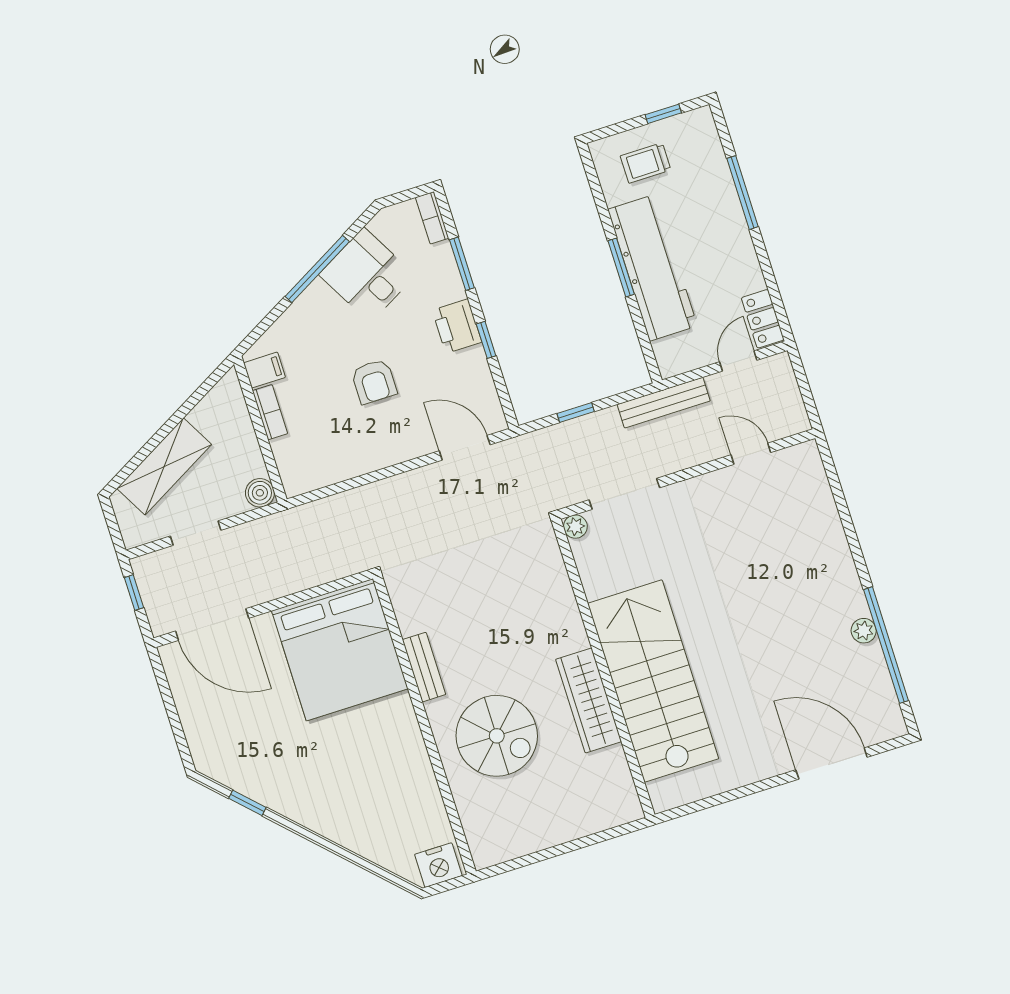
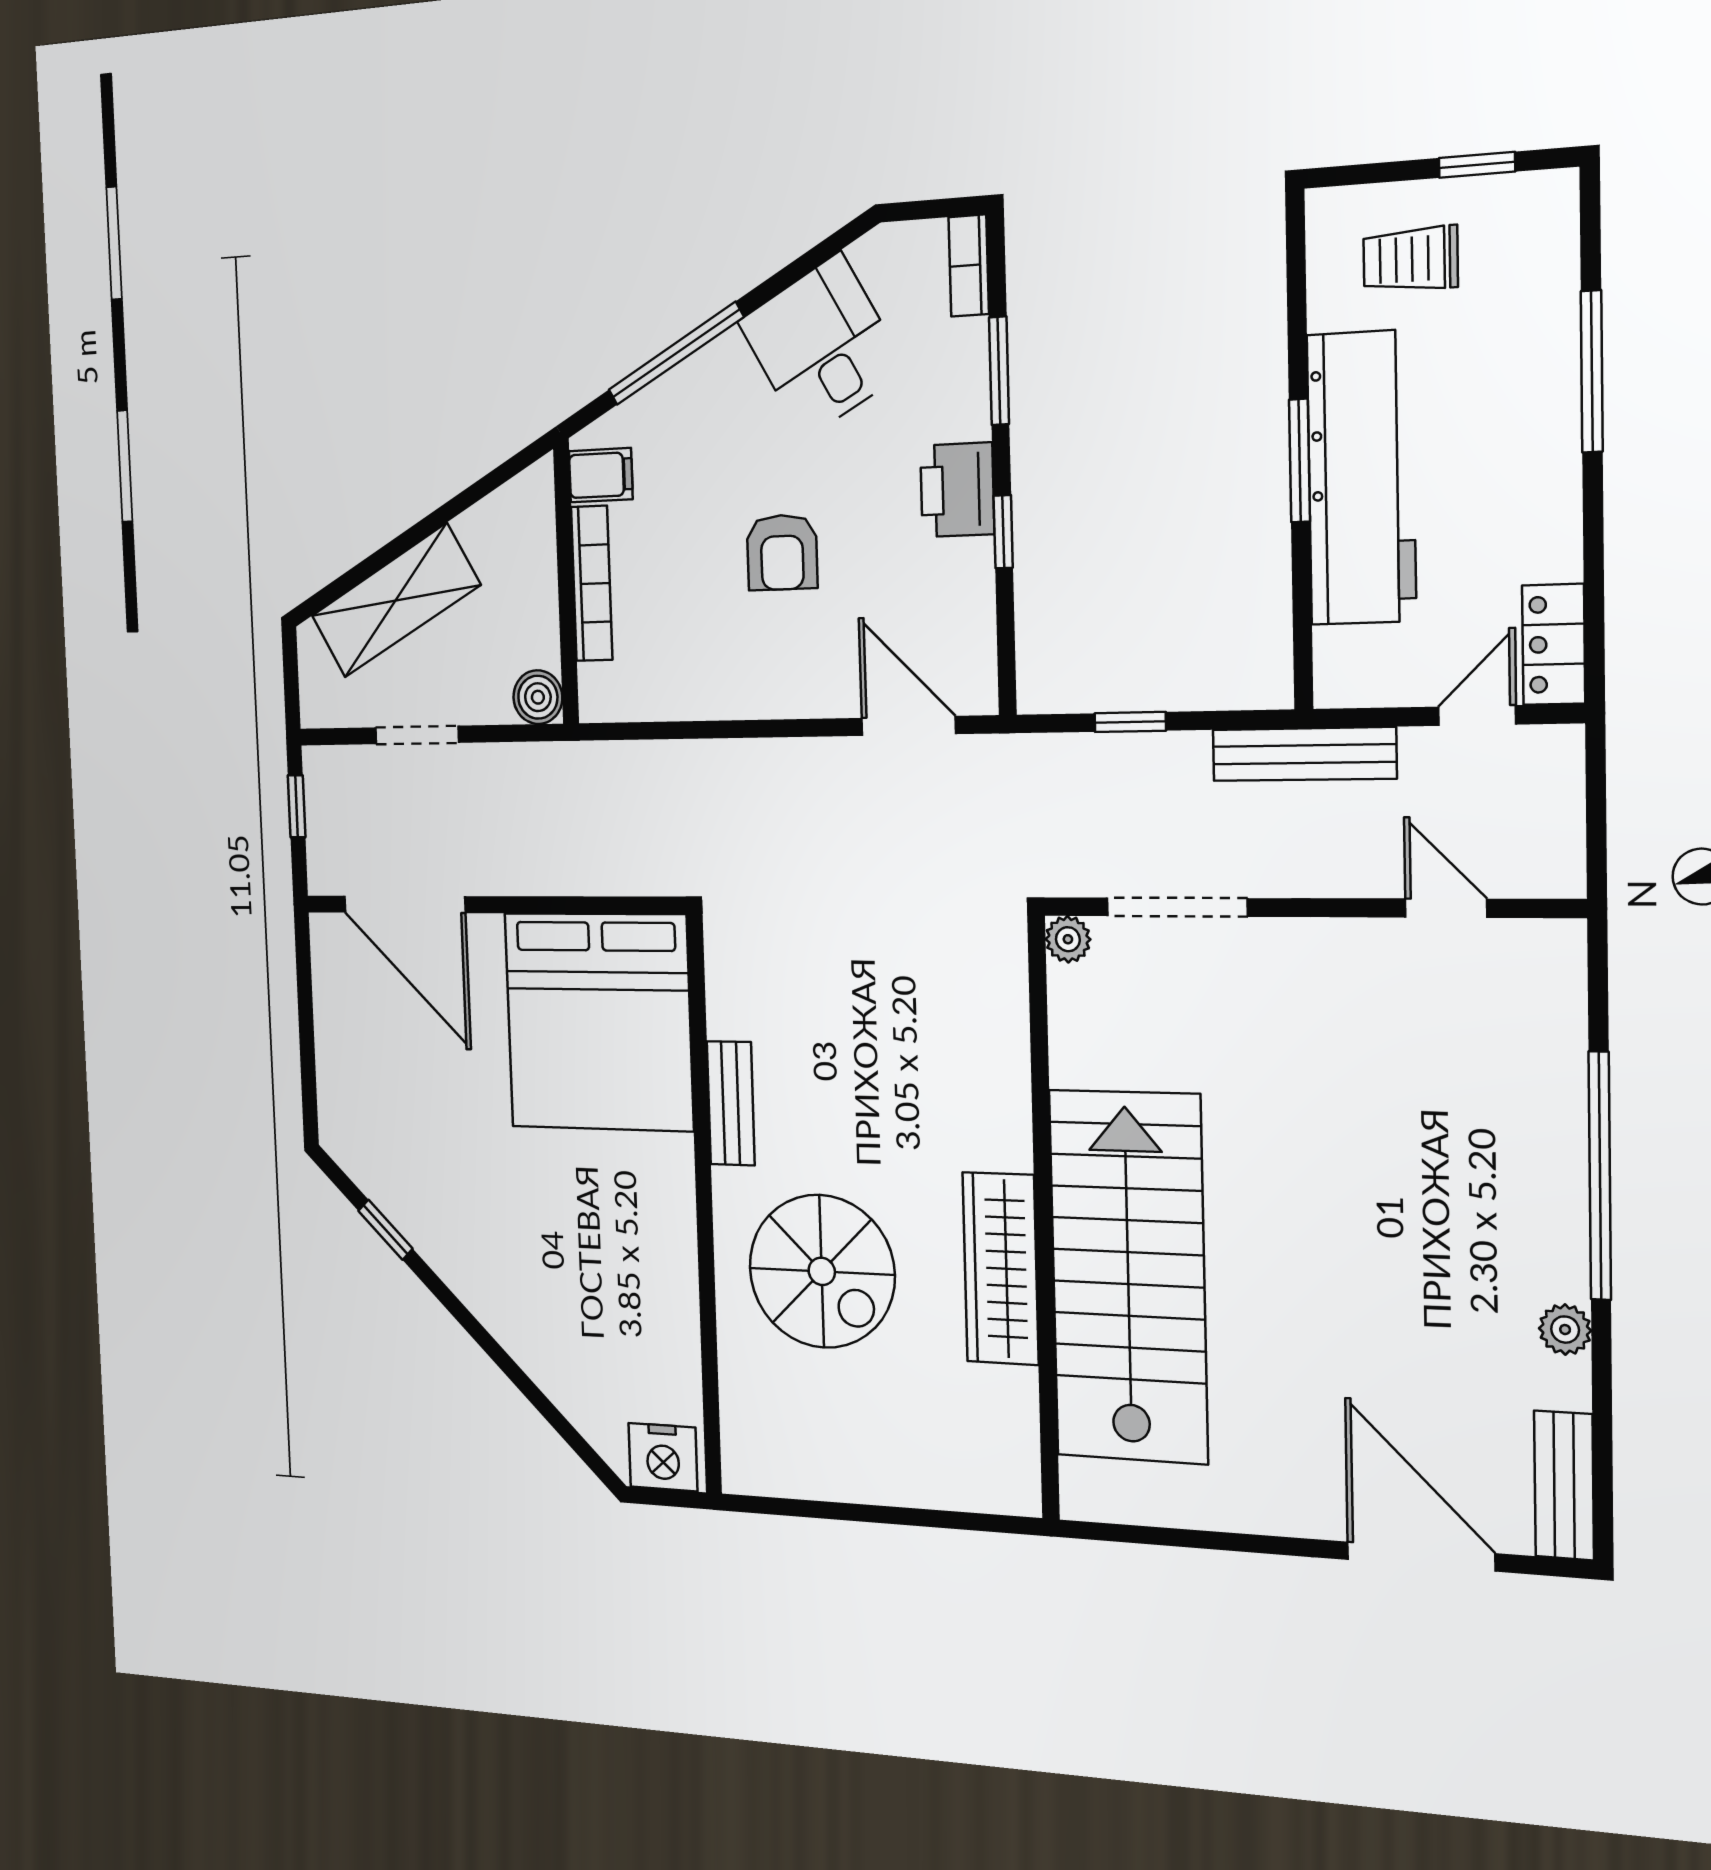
window: (317, 269) -> (676, 354), moved
bookcase: (270, 412) -> (592, 583), width x1.56
window: (886, 645) -> (1600, 1176), moved
bench: (885, 704) -> (1564, 1485), added

